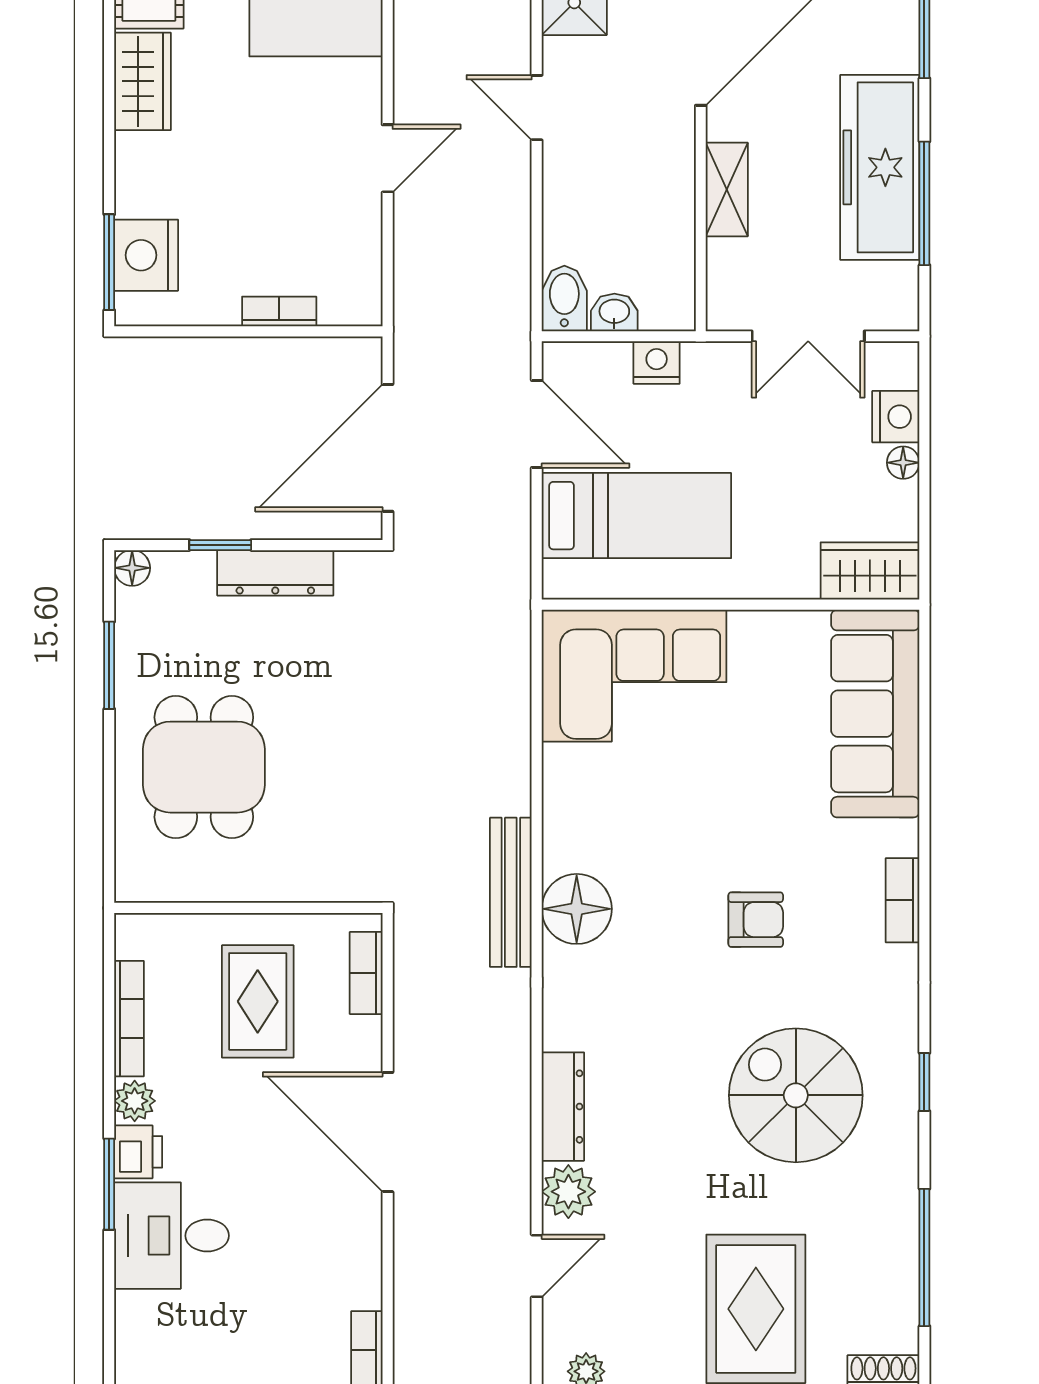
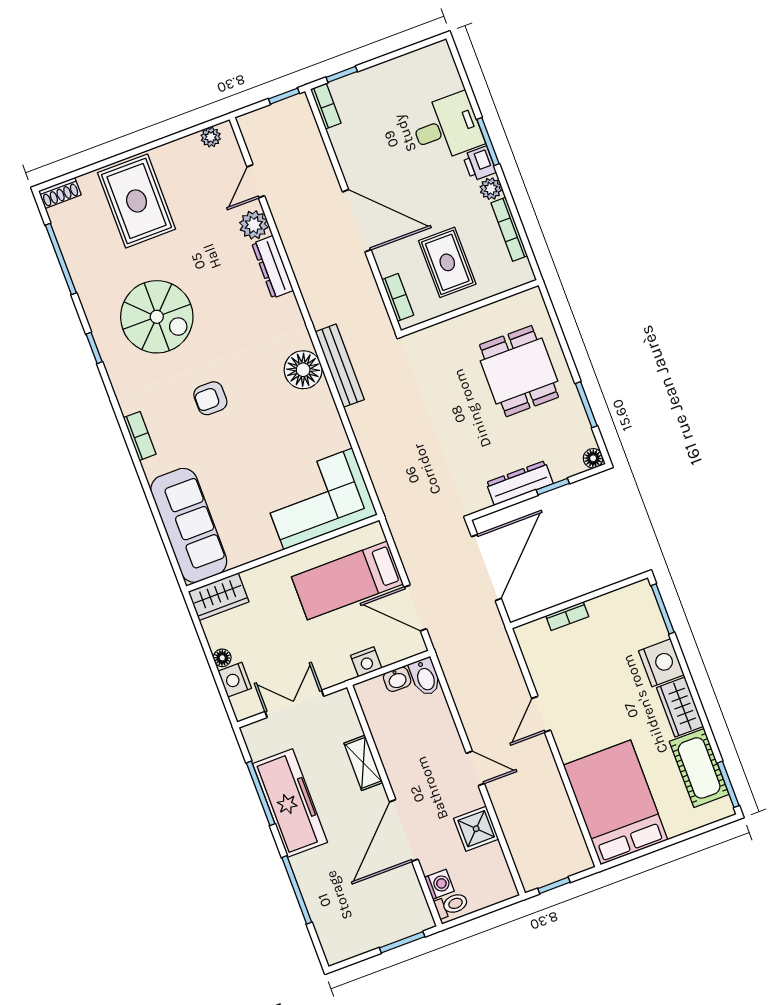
nightstand: (146, 255) -> (661, 663), moved

